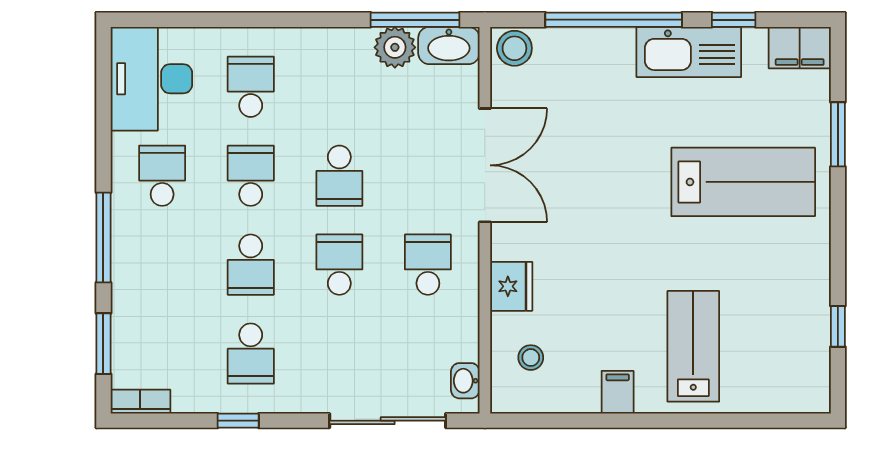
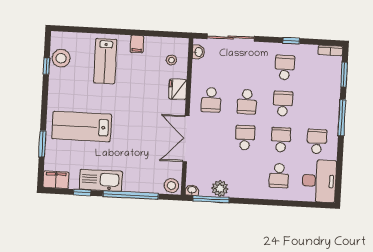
washbasin: (449, 46) -> (192, 190), width x0.52, depth x0.69
school desk: (162, 176) -> (317, 141), turned 180
school desk: (251, 176) -> (281, 140), turned 180
stool: (803, 348) -> (61, 58), added

